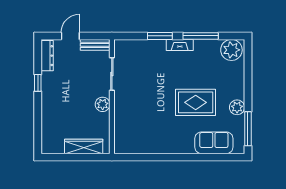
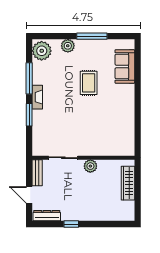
rug: (196, 102) -> (89, 83), width x0.73, depth x0.70
plant: (237, 107) -> (68, 46), moved
window: (248, 129) -> (92, 36), moved

